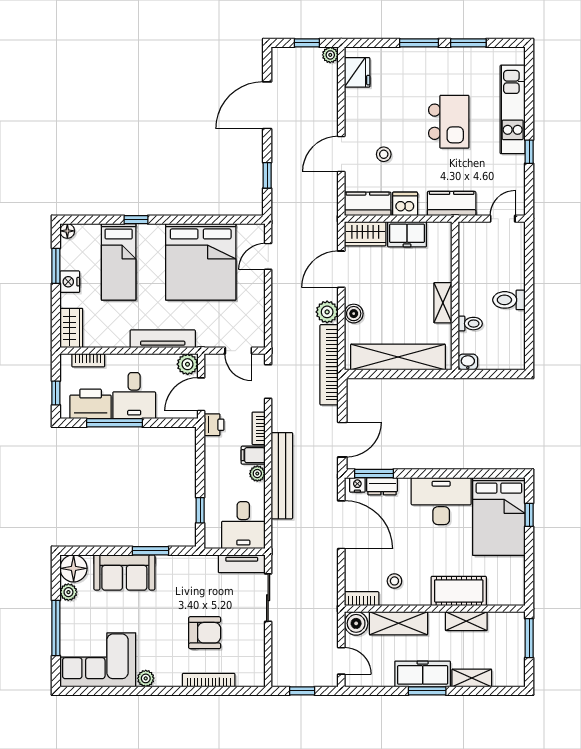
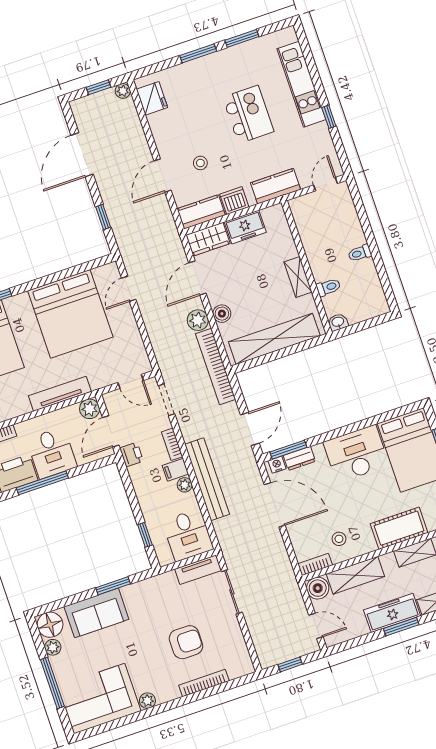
toilet: (509, 300) -> (360, 253), width x0.73, depth x0.72

